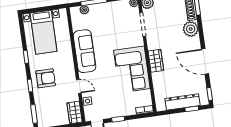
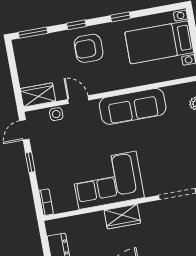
armchair: (46, 78) -> (89, 48), turned 90
door: (79, 86) -> (78, 100), swing flipped

